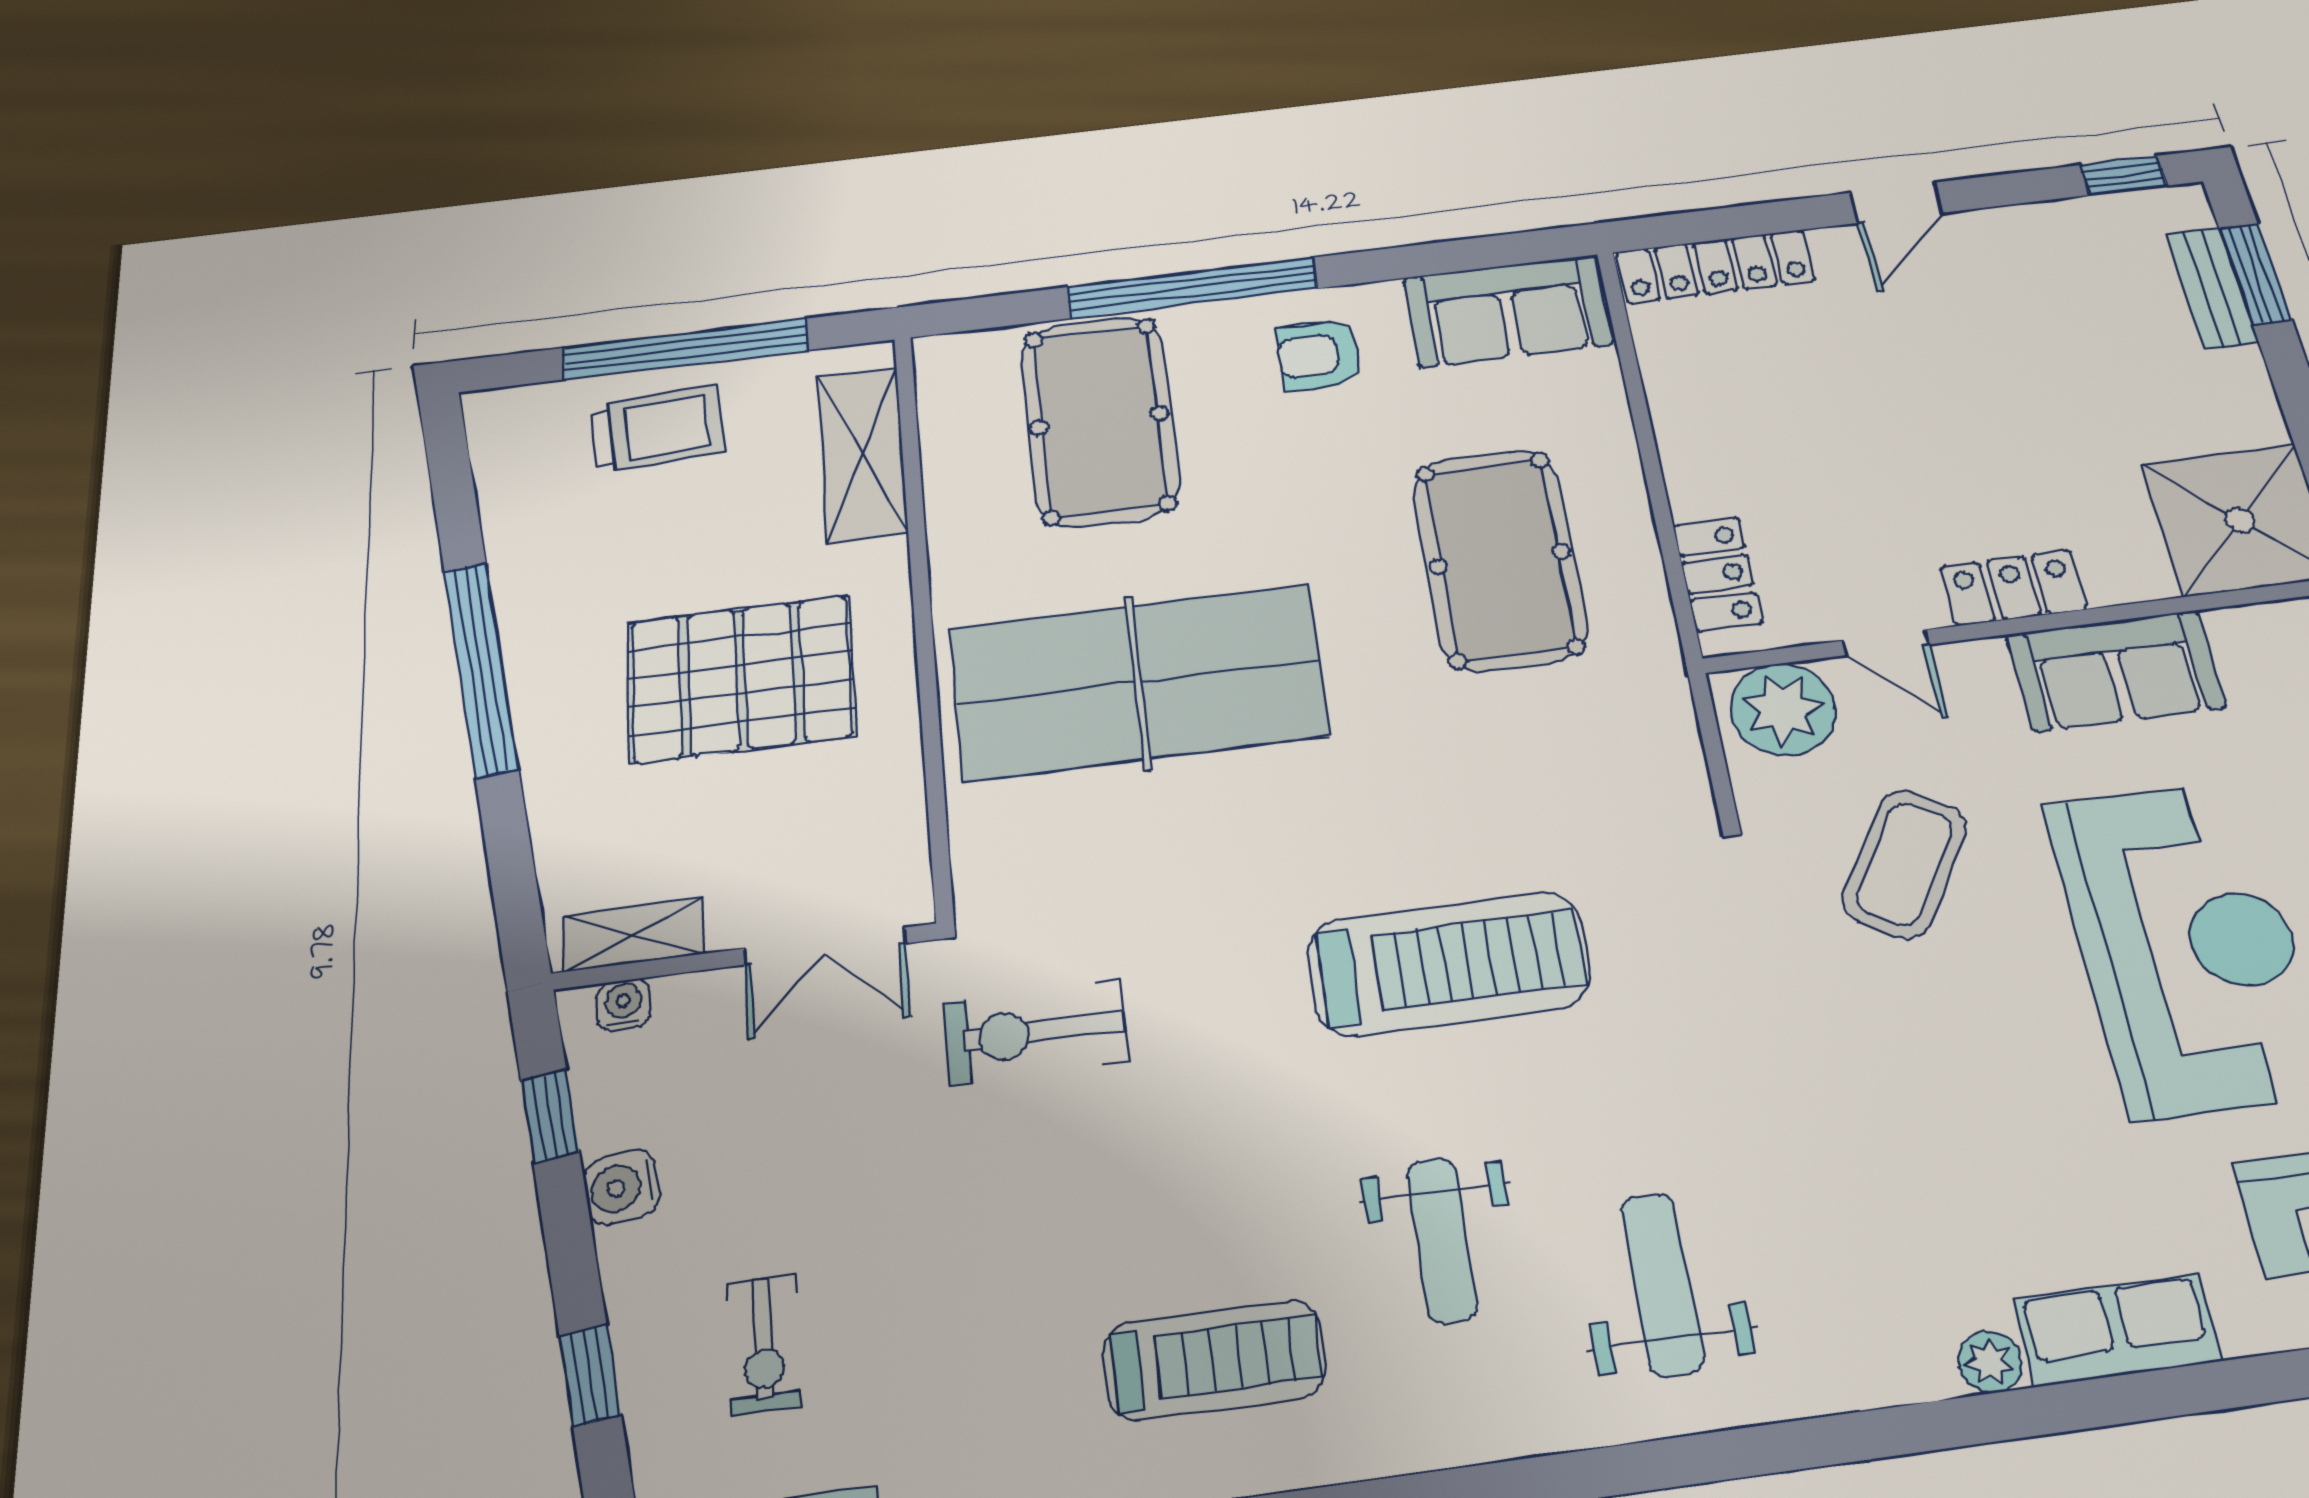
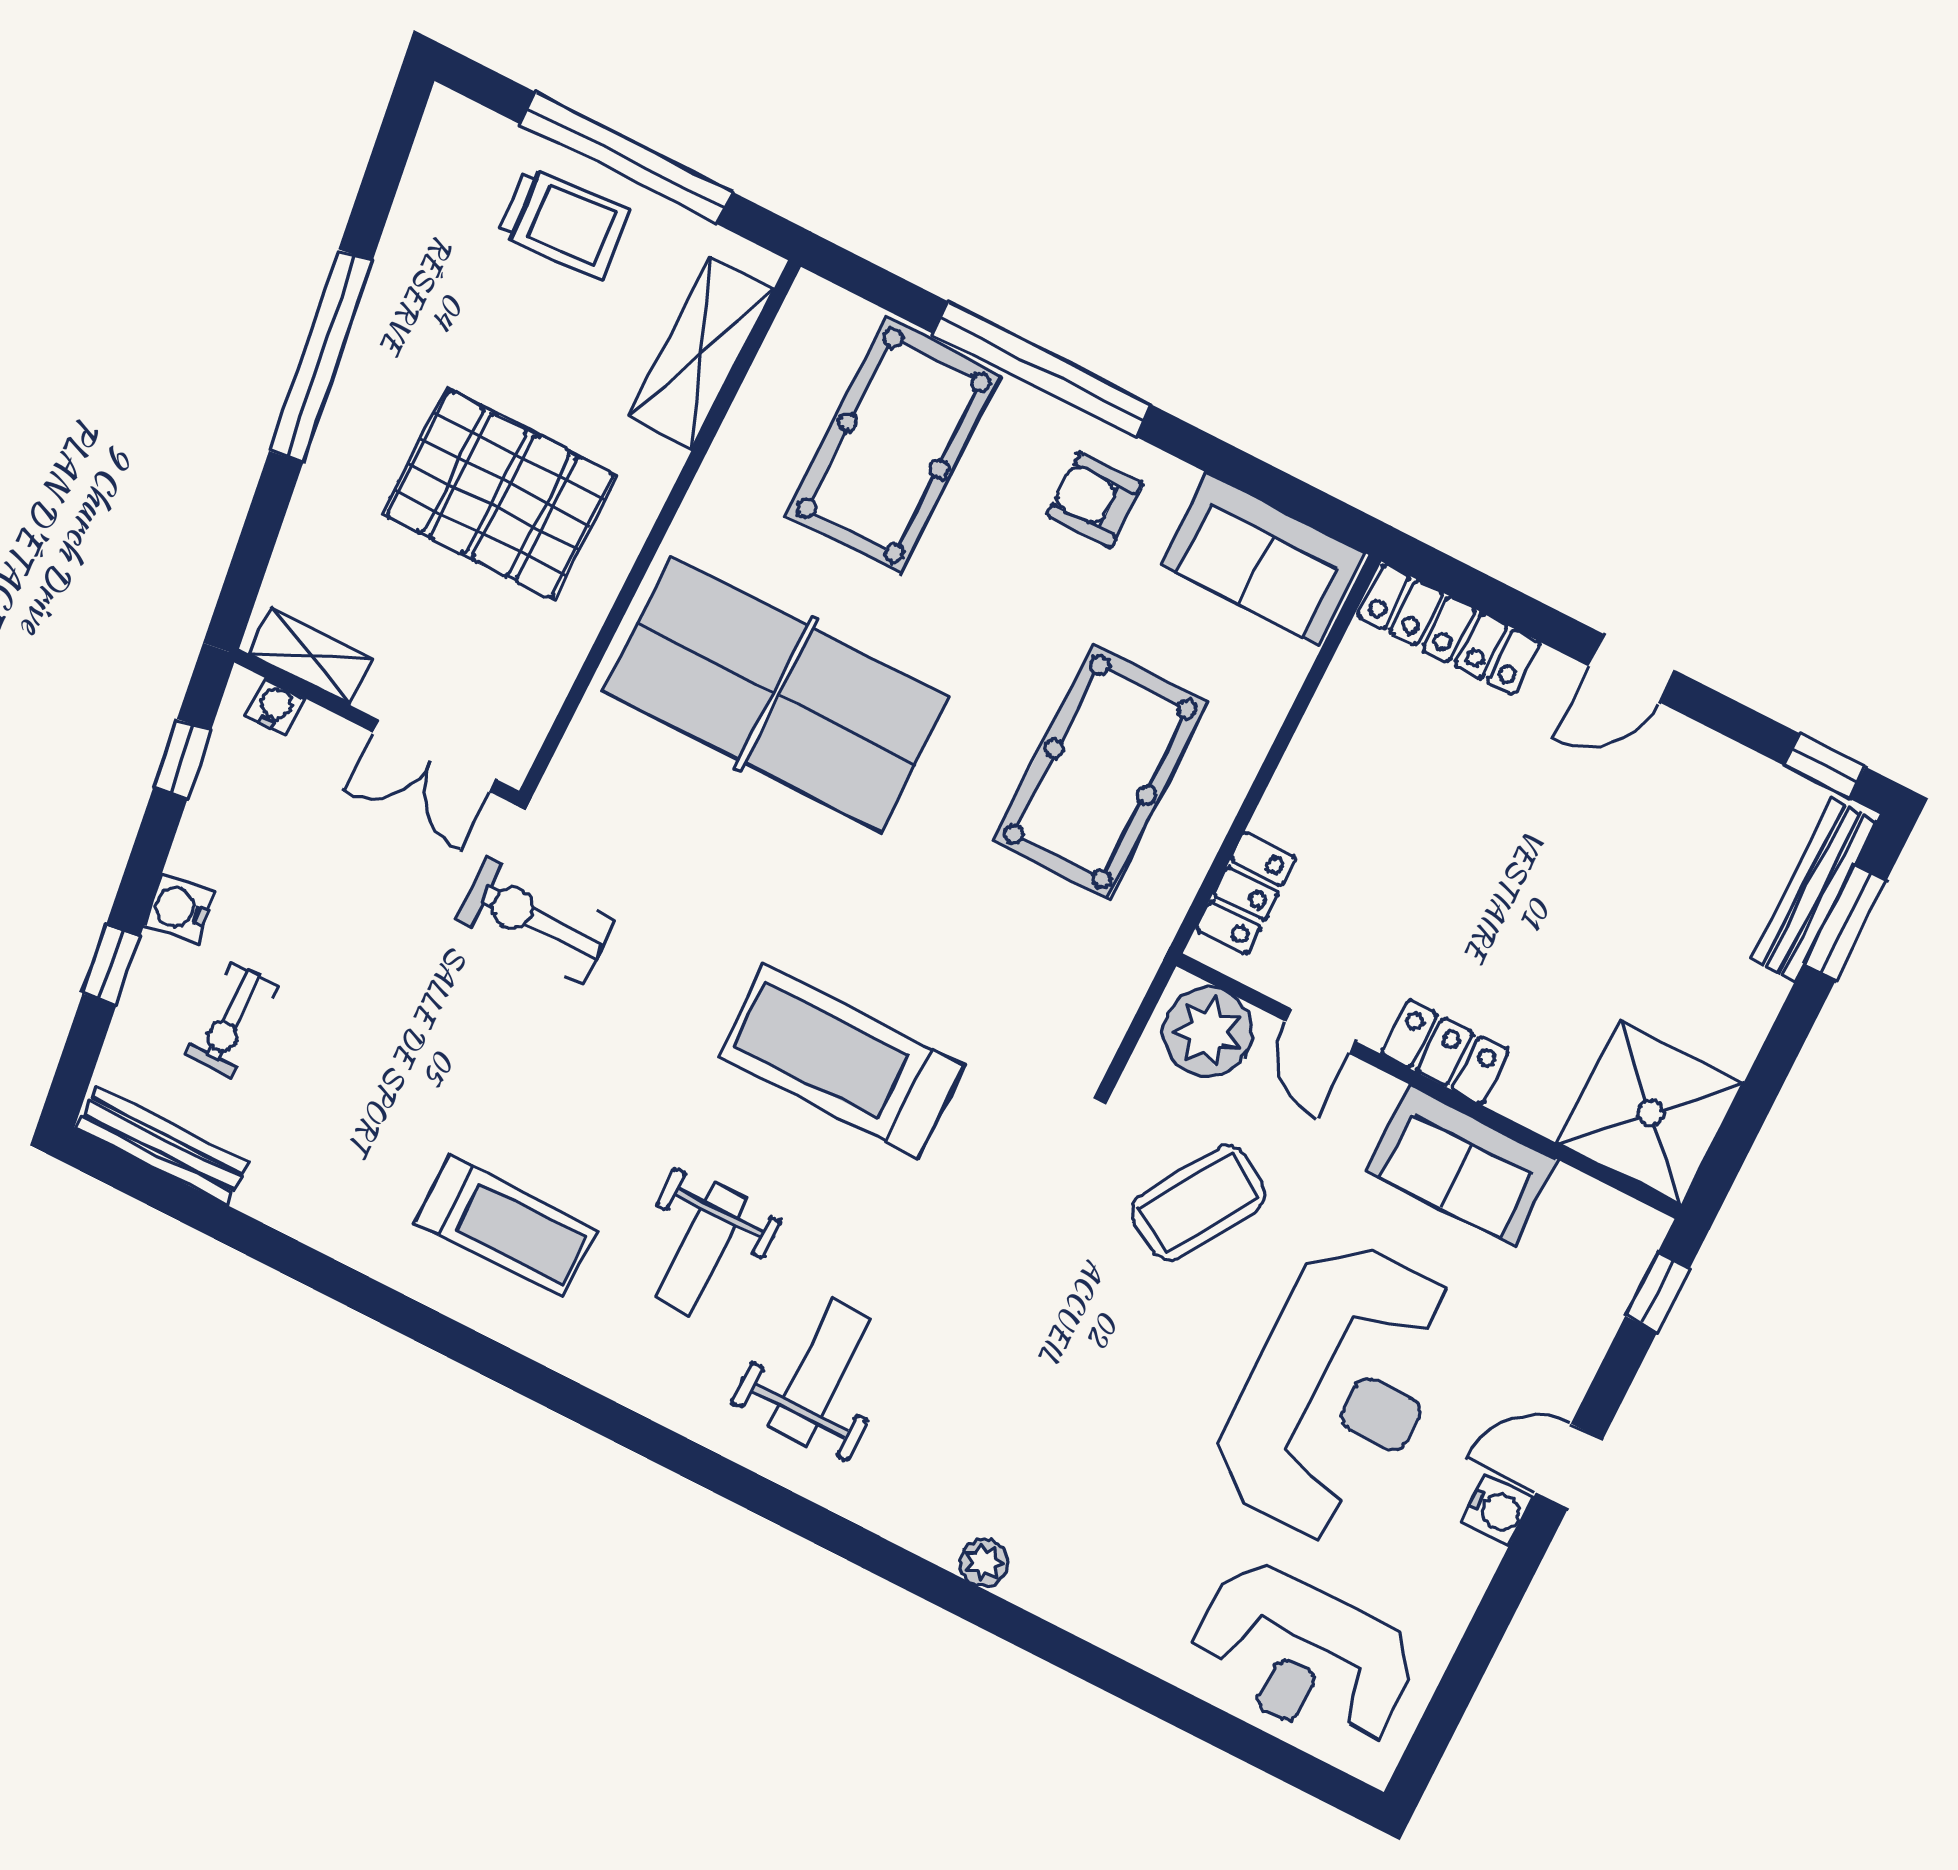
bench: (2212, 288) -> (1813, 890), width x1.36
treadmill: (1449, 963) -> (841, 1061), turned 180
water cooler: (622, 1187) -> (179, 909), moved
row of seats: (2117, 1330) -> (1078, 1598), removed

